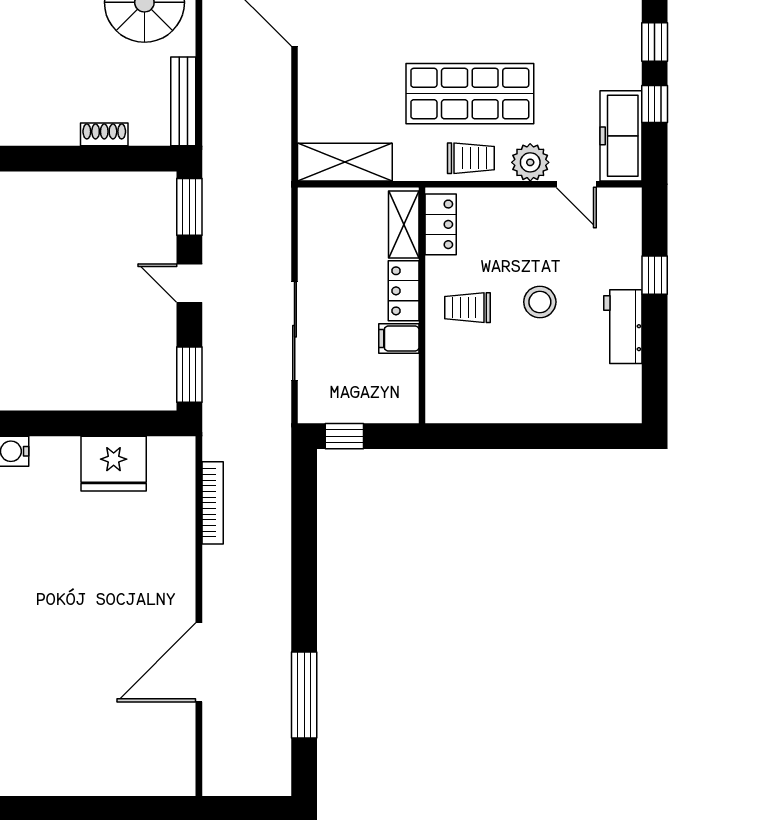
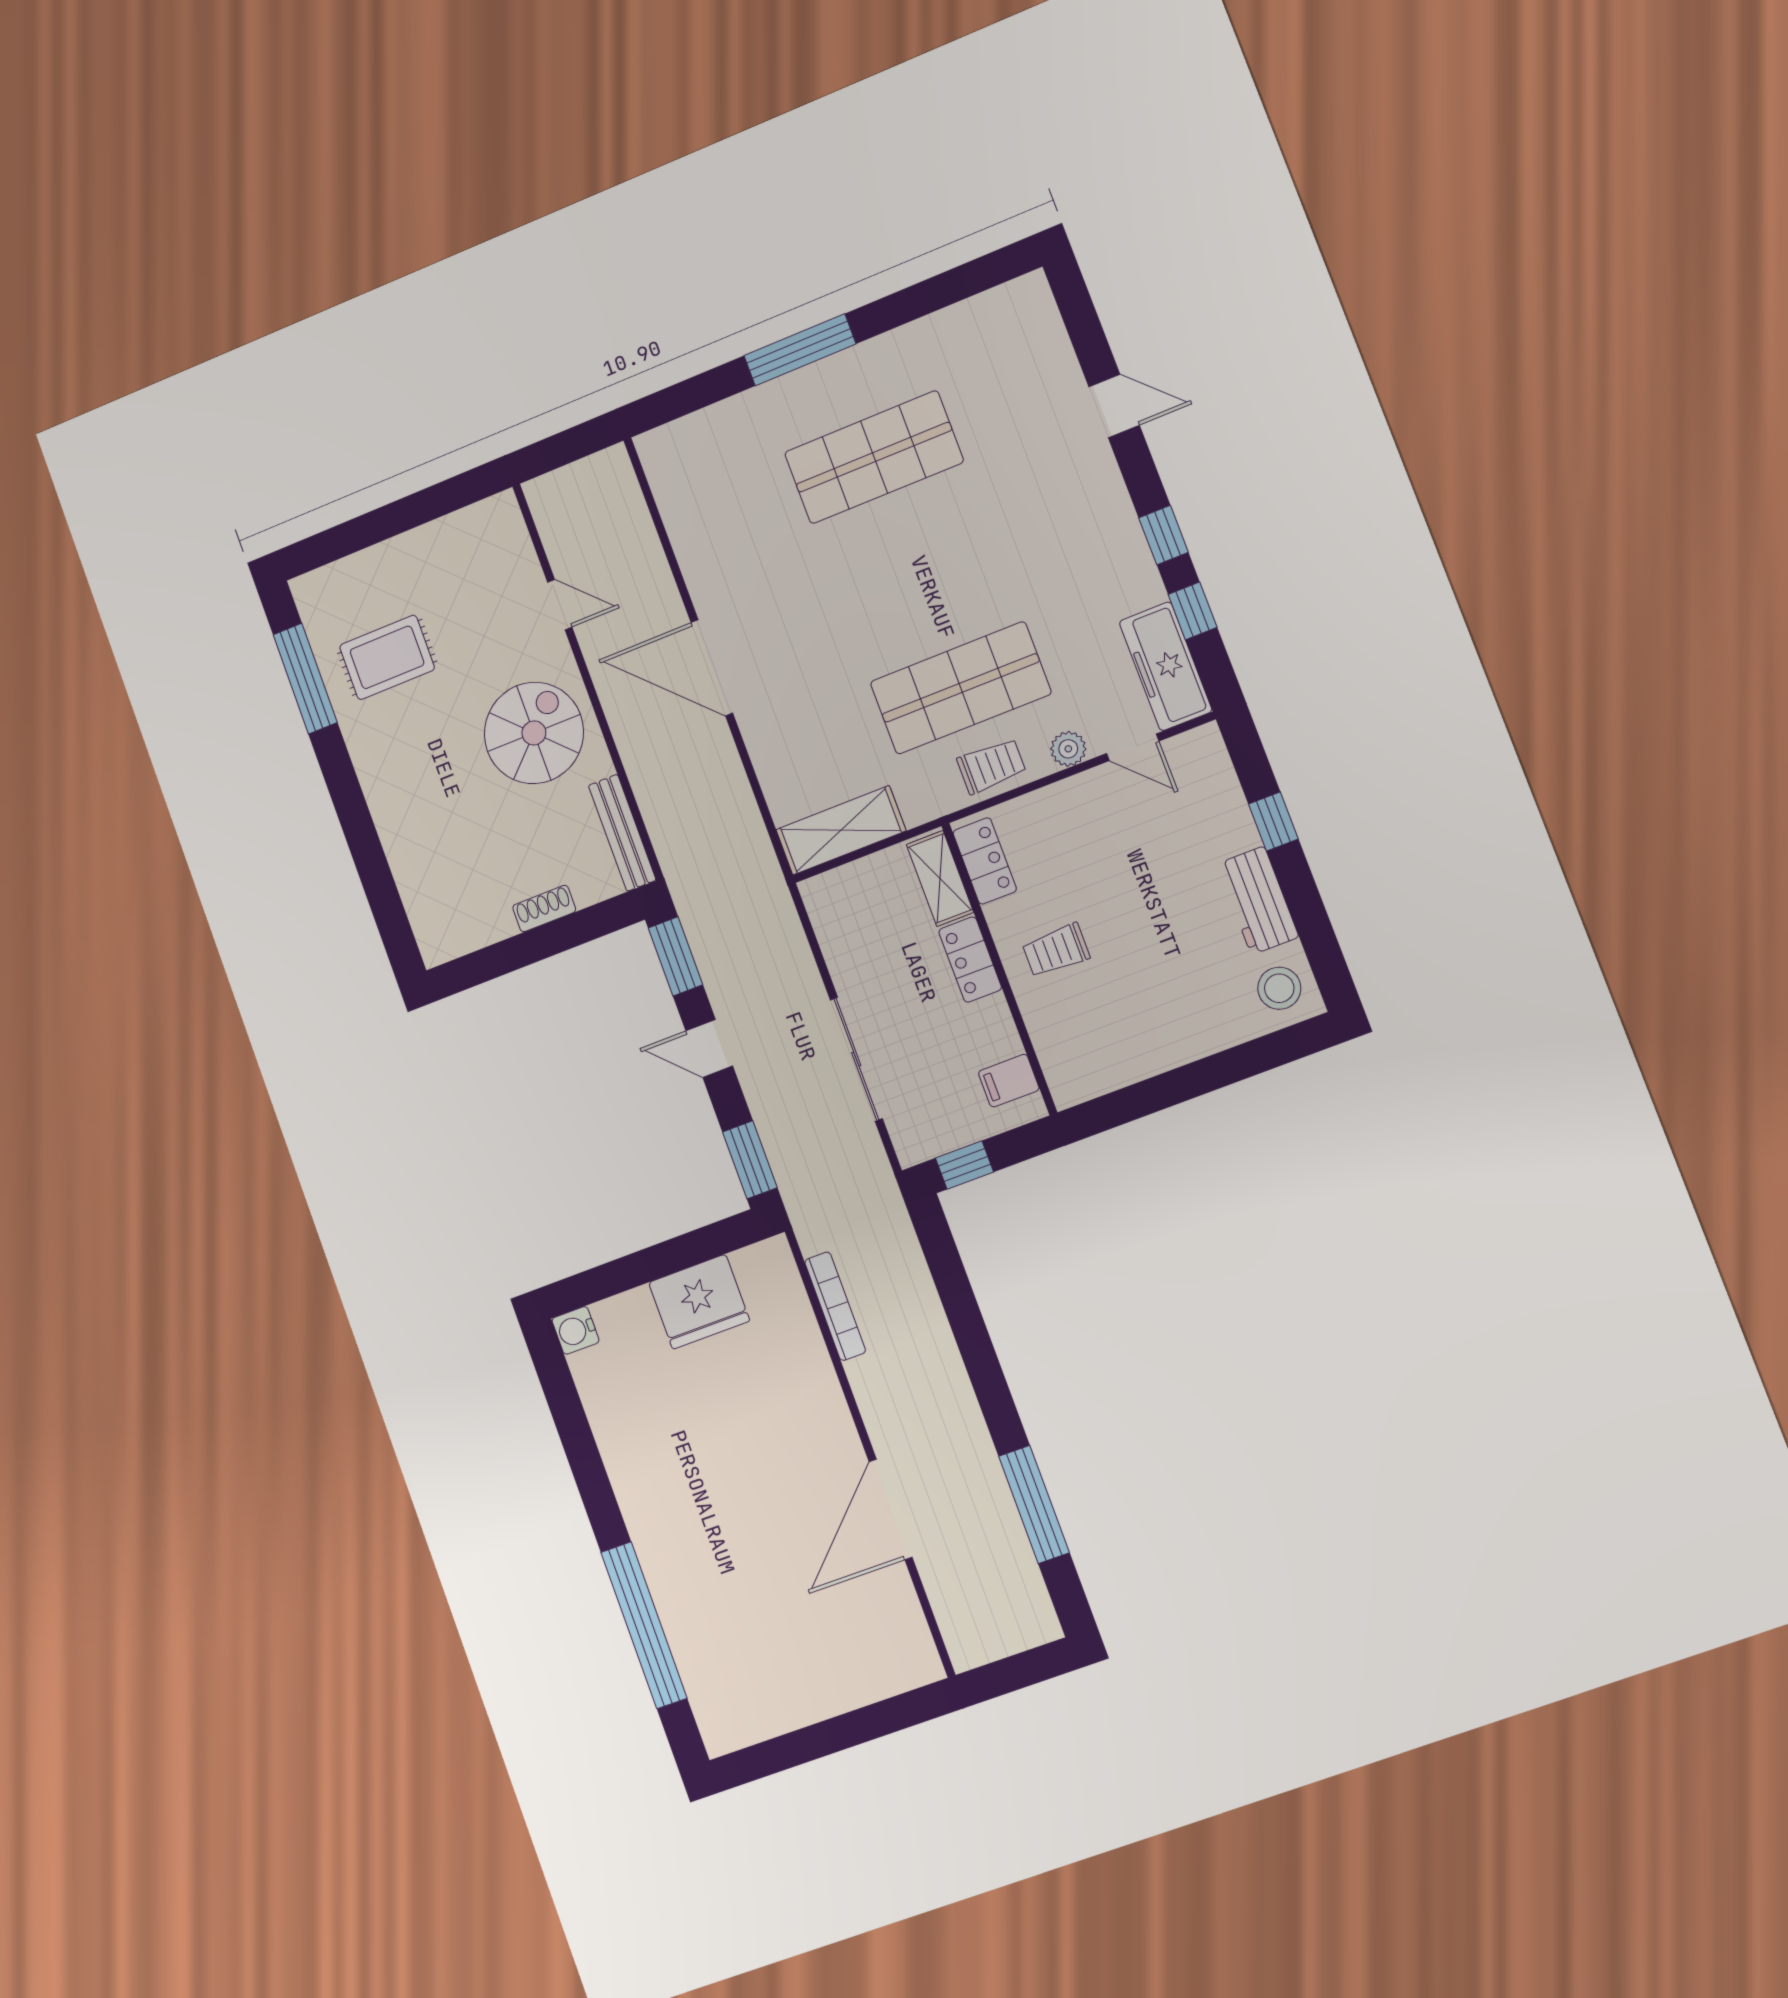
plant: (530, 162) -> (1068, 749), width x0.73, depth x0.73
stool: (540, 302) -> (1279, 988), moved
filing cabinet: (399, 339) -> (1009, 1081), moved

